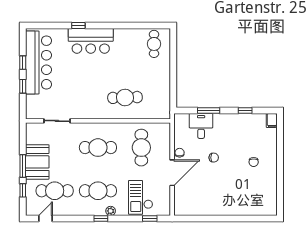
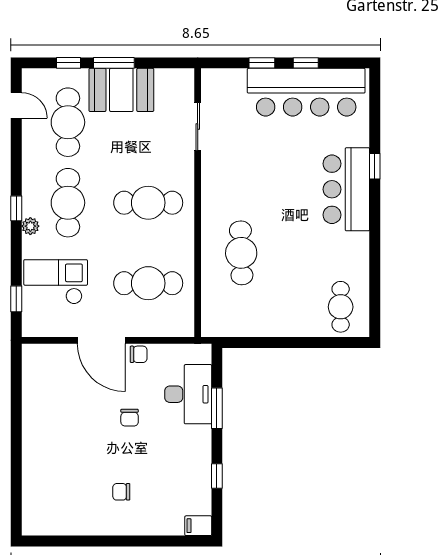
cafe table: (154, 44) -> (341, 307), turned 90
desk: (201, 126) -> (188, 394), width x1.37
cafe table: (98, 148) -> (148, 203), turned 90

